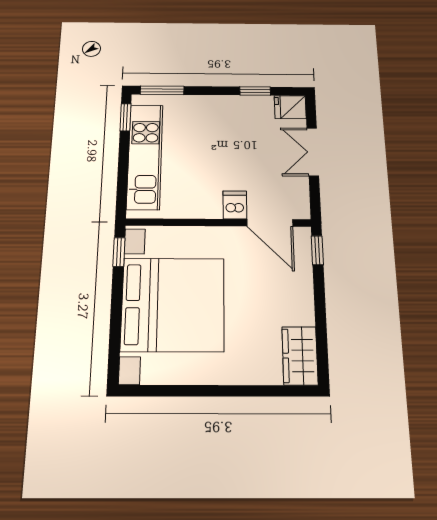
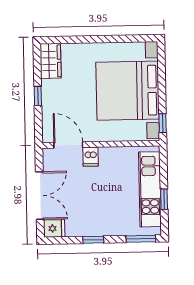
window: (255, 91) -> (93, 240), moved
window: (125, 117) -> (164, 199), moved
double door: (313, 152) -> (40, 196), width x1.37
window: (317, 250) -> (38, 96), moved

